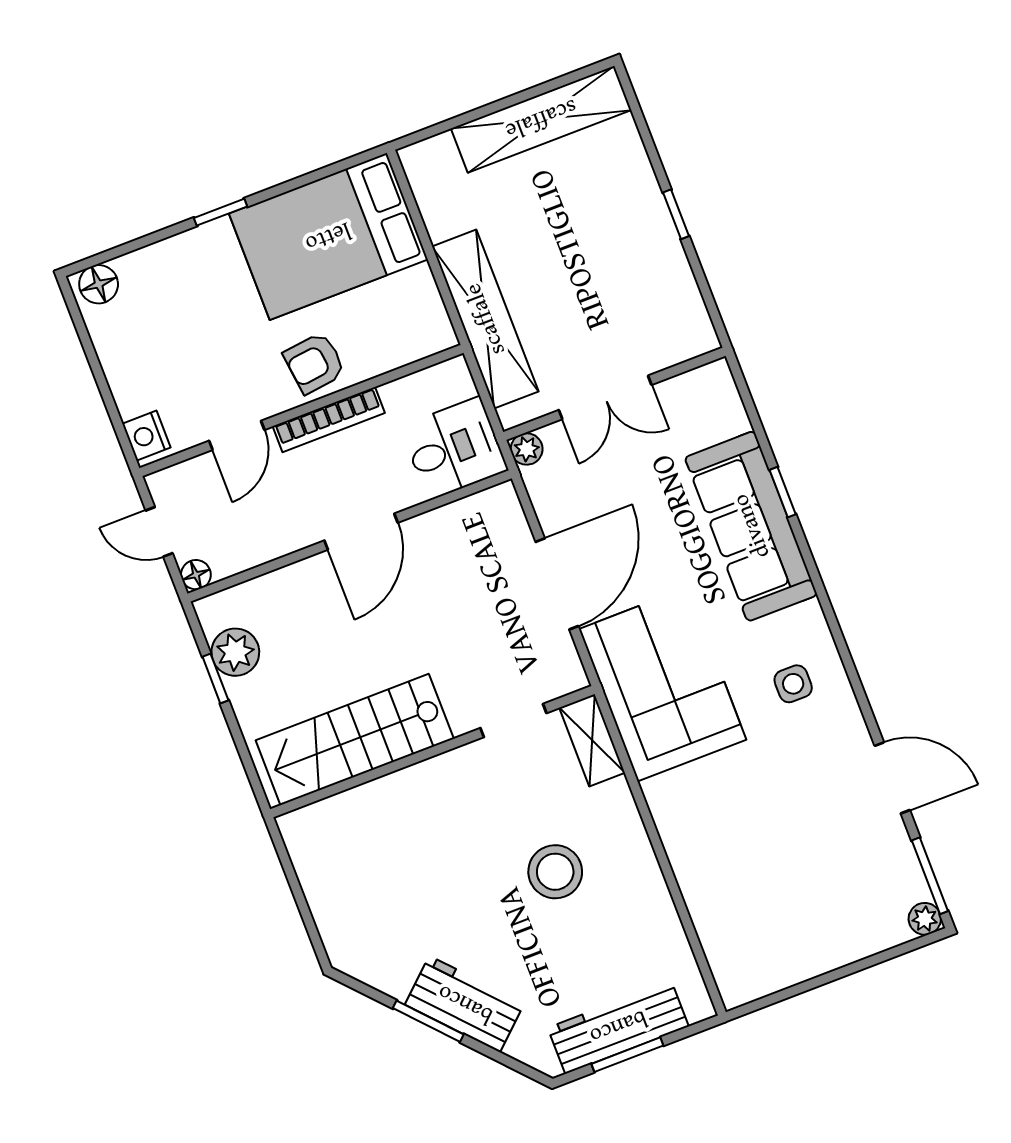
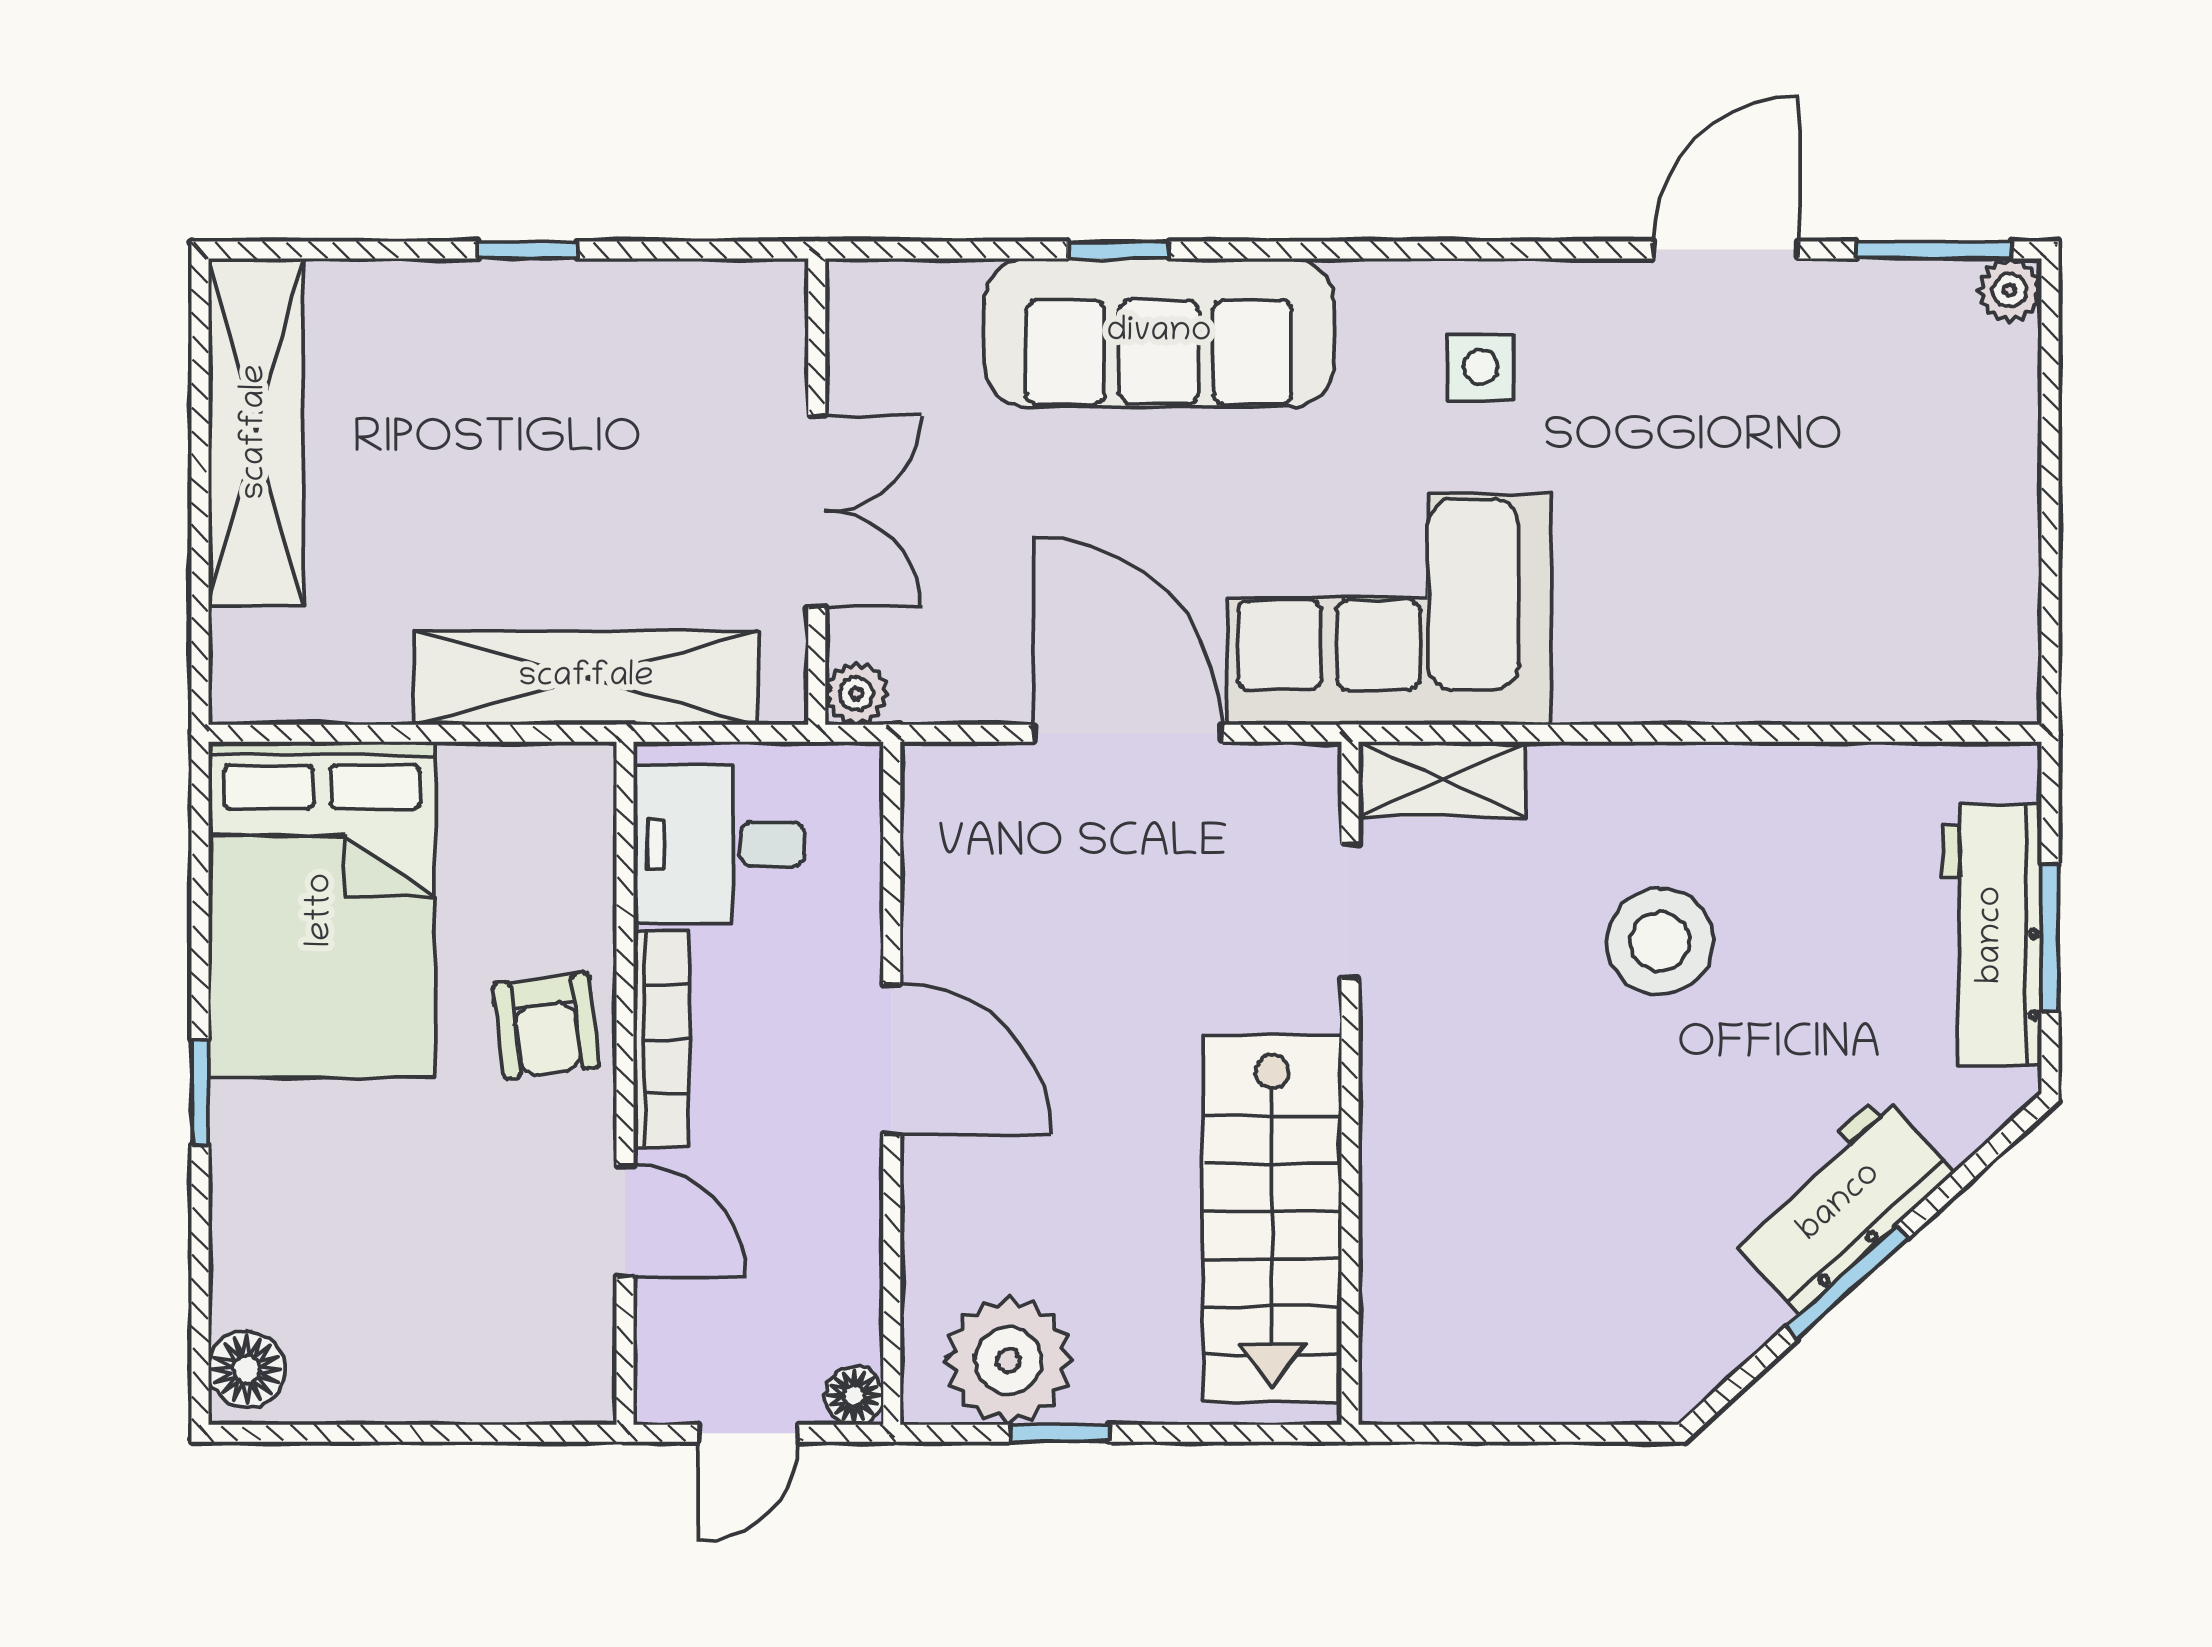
nightstand: (146, 436) -> (561, 1388), removed
desk: (454, 448) -> (719, 844), moved, turned -90
plant: (235, 652) -> (1008, 1361), width x1.36, depth x1.36

